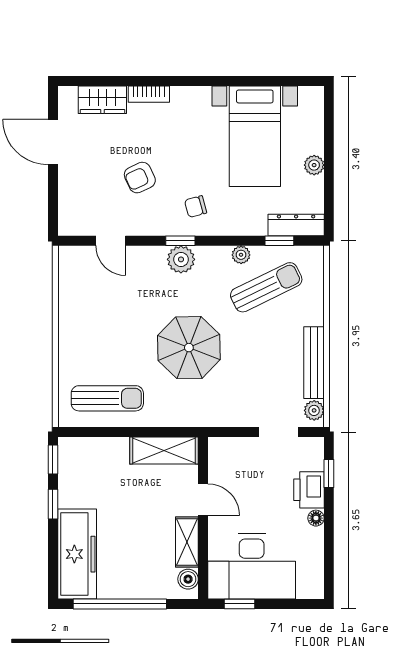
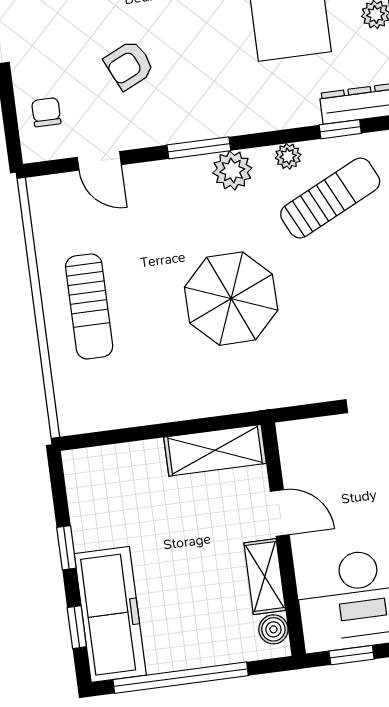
chair: (196, 207) -> (46, 112), moved, turned 105
window: (180, 241) -> (199, 148), width x1.50
plant: (181, 259) -> (232, 170), moved
sun lounger: (107, 398) -> (89, 306), moved, turned 90
window: (53, 460) -> (77, 627), moved

